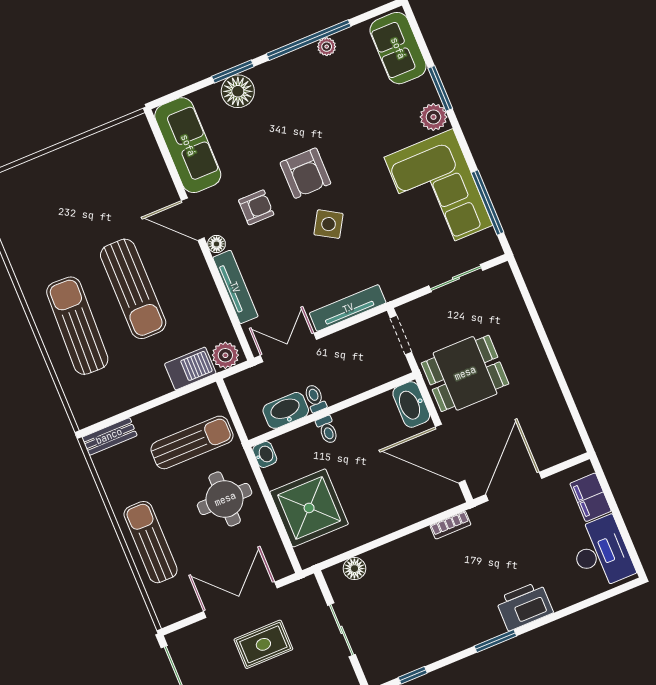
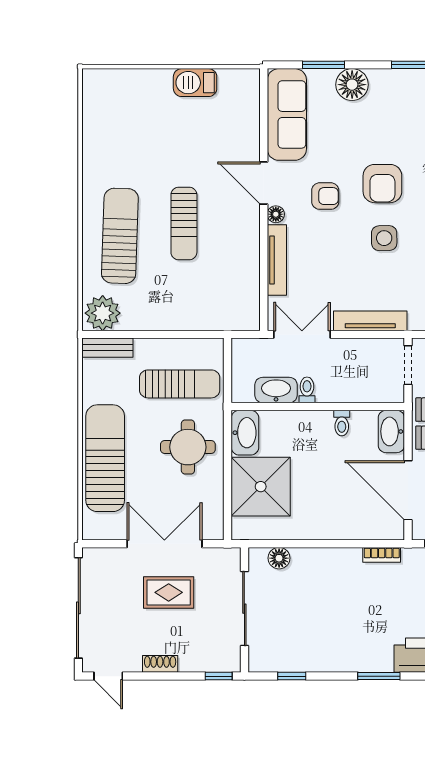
window: (233, 71) -> (323, 65), moved
side table: (329, 224) -> (384, 238), turned -32
sun lounger: (133, 289) -> (184, 224), width x0.73, depth x0.75
plant: (225, 355) -> (103, 313), moved, width x1.36, depth x1.36
barbecue: (190, 368) -> (195, 83), moved, turned 180
toilet: (327, 430) -> (342, 423), moved
washbasin: (265, 455) -> (245, 433), width x1.91, depth x1.45
sun lounger: (151, 542) -> (105, 458), width x1.36, depth x1.34
sliding door: (341, 630) -> (244, 609), width x1.37

